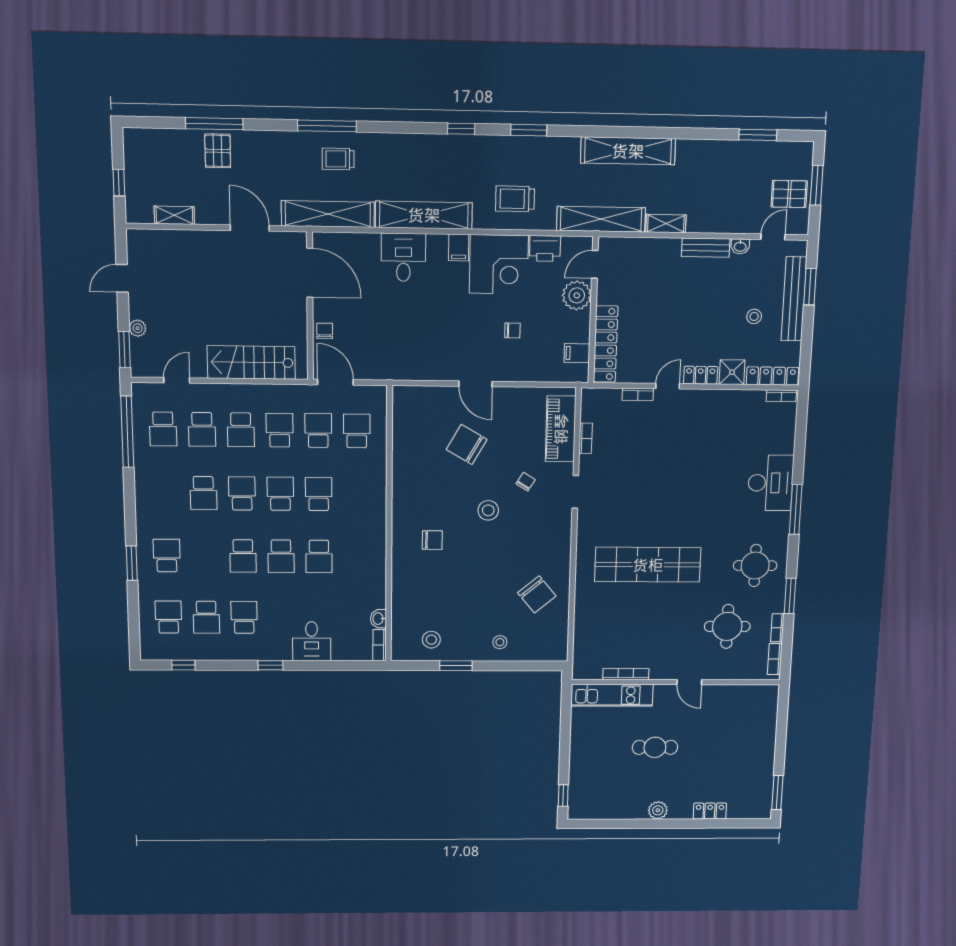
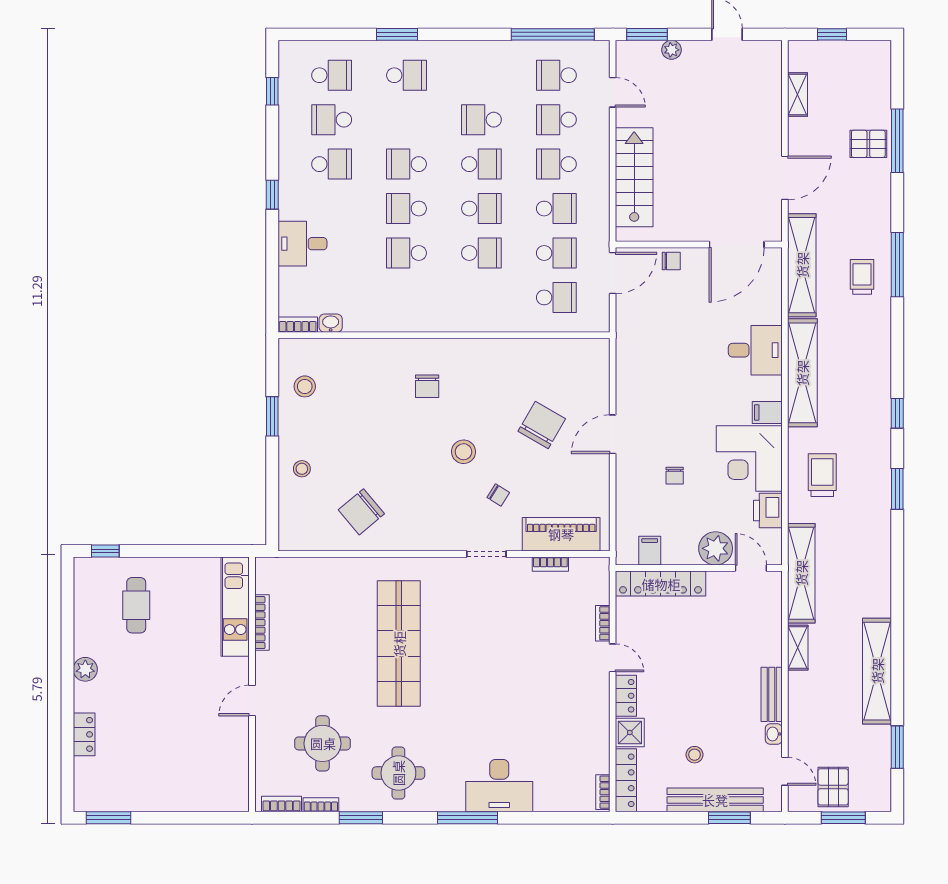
shelving: (628, 151) -> (877, 671), moved
cafe table: (655, 747) -> (136, 605), moved

